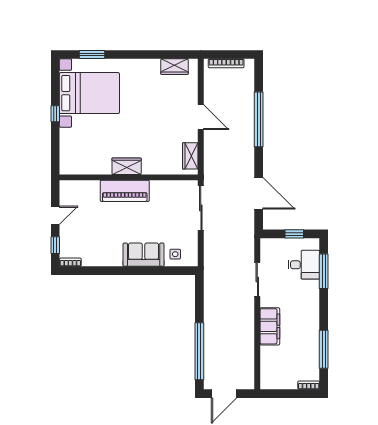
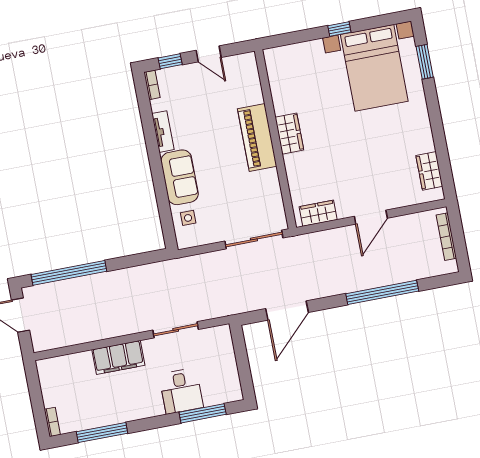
window: (294, 234) -> (243, 366), removed
tv unit: (107, 261) -> (163, 132), added
desk: (304, 265) -> (181, 391), moved

